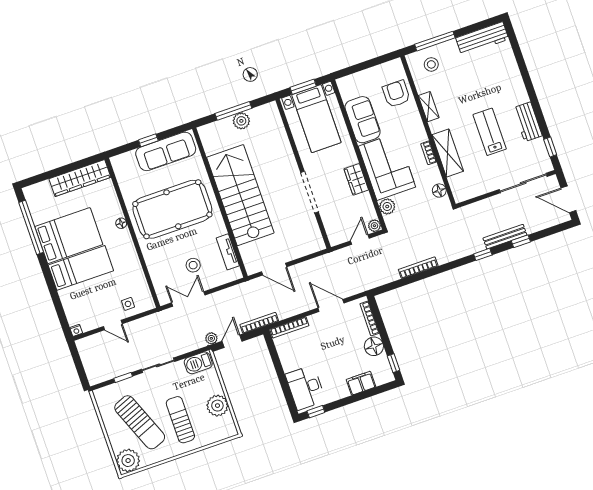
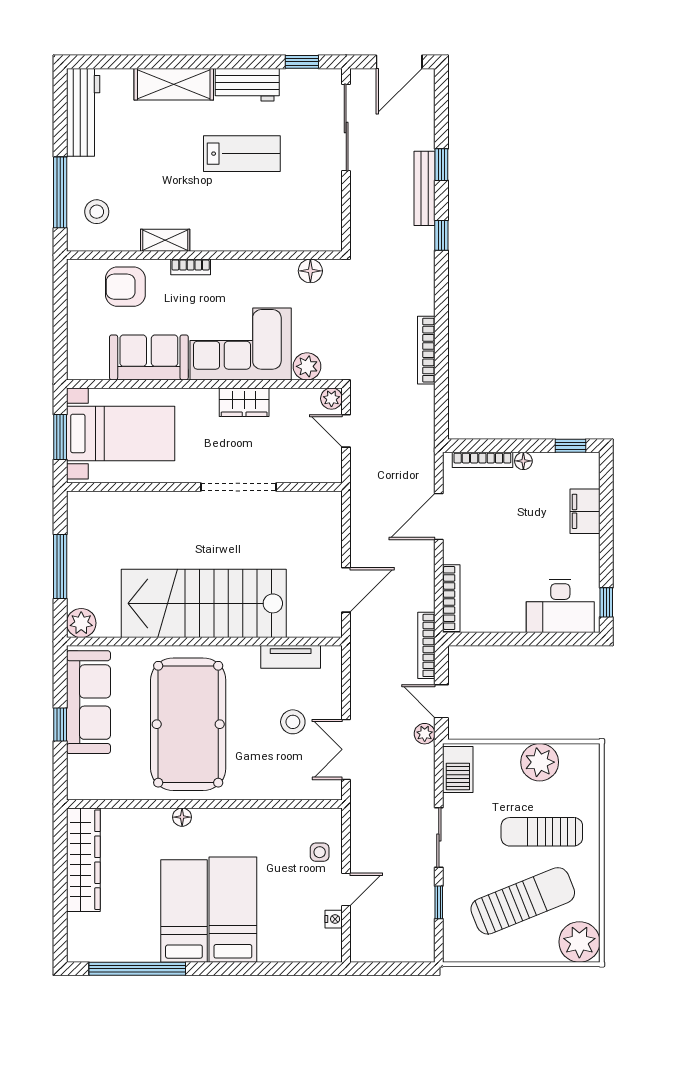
plant: (241, 121) -> (81, 623), moved
lab bench: (490, 132) -> (242, 154), turned 180
bookcase: (429, 153) -> (191, 267), moved
shelving: (448, 153) -> (174, 84), moved
bed: (69, 236) -> (184, 911), width x0.67
nightstand: (76, 330) -> (334, 919), moved
floor lamp: (374, 346) -> (523, 461), width x0.53, depth x0.53

